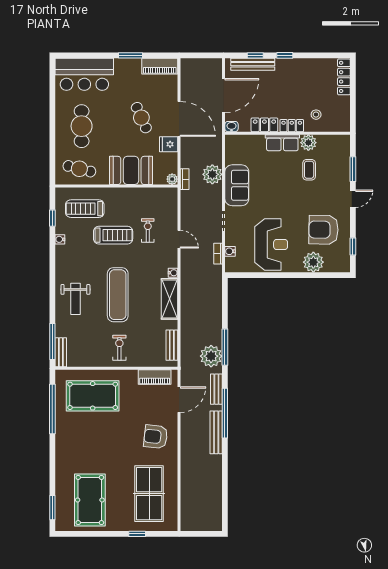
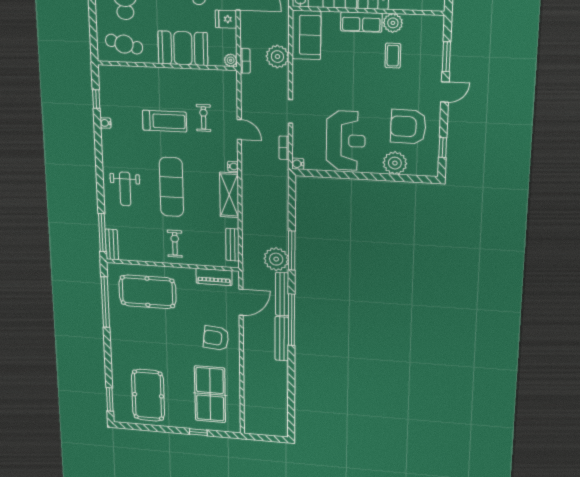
sofa: (237, 185) -> (306, 35), moved
treadmill: (85, 209) -> (132, 90), removed
water cooler: (230, 251) -> (298, 164), moved
bench: (216, 389) -> (282, 294), width x1.36

